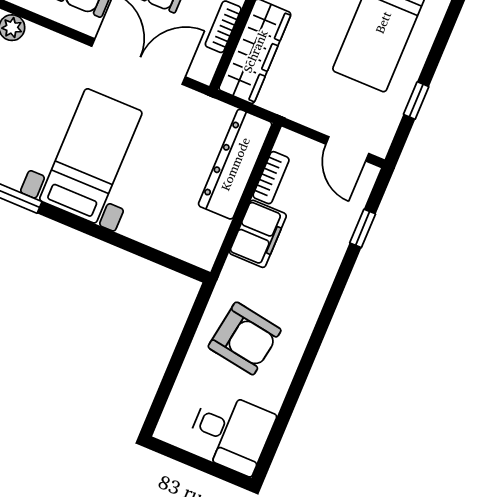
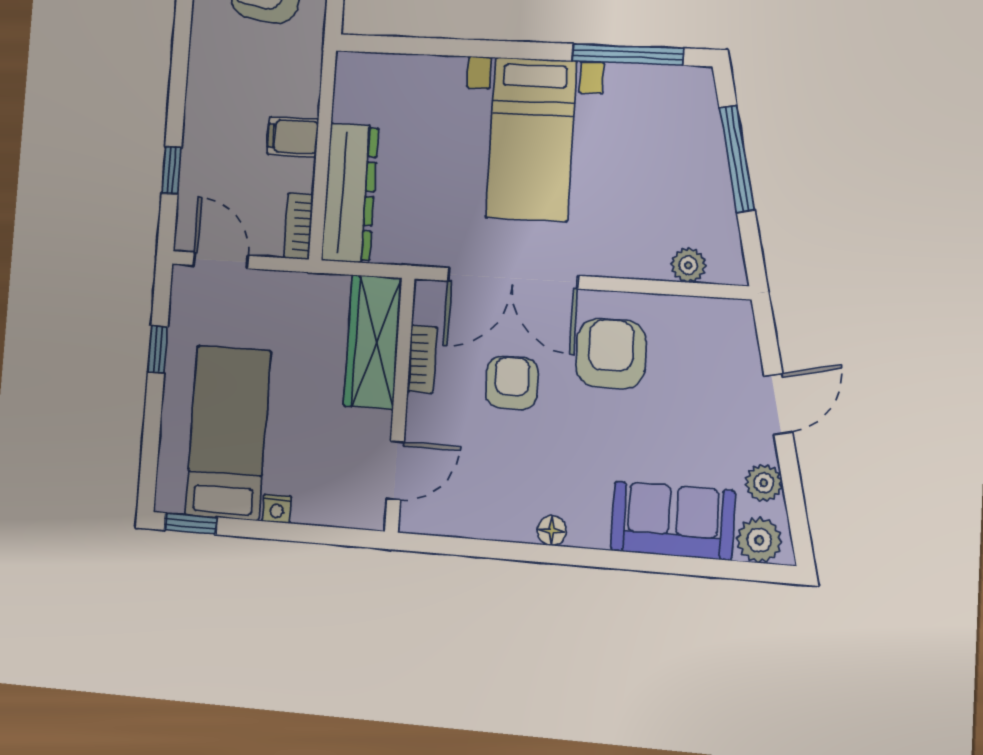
bookcase: (271, 178) -> (299, 226), moved
filing cabinet: (258, 234) -> (293, 137), width x0.50

